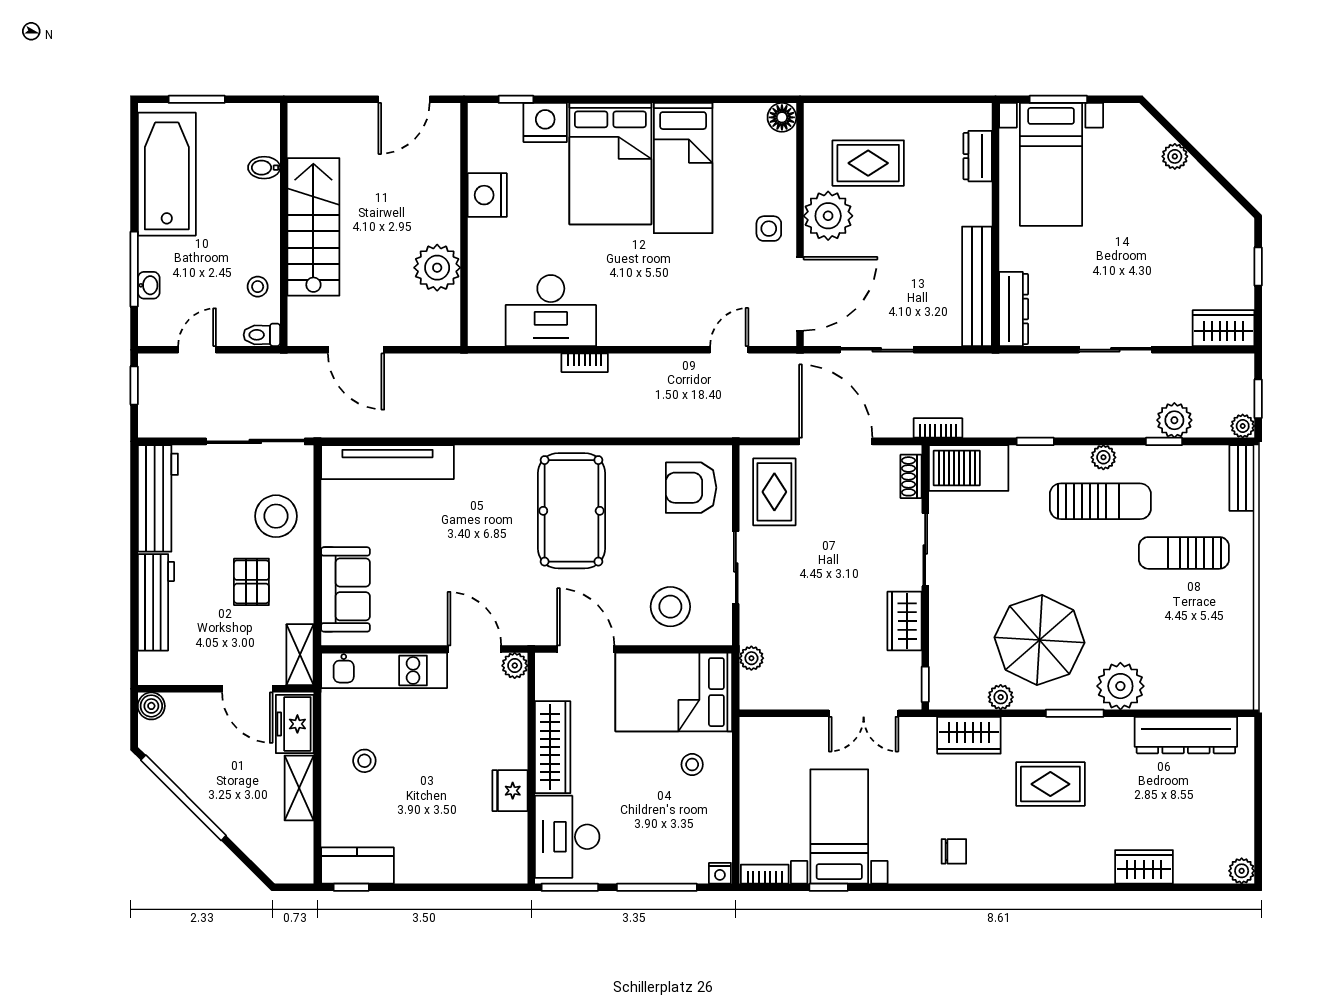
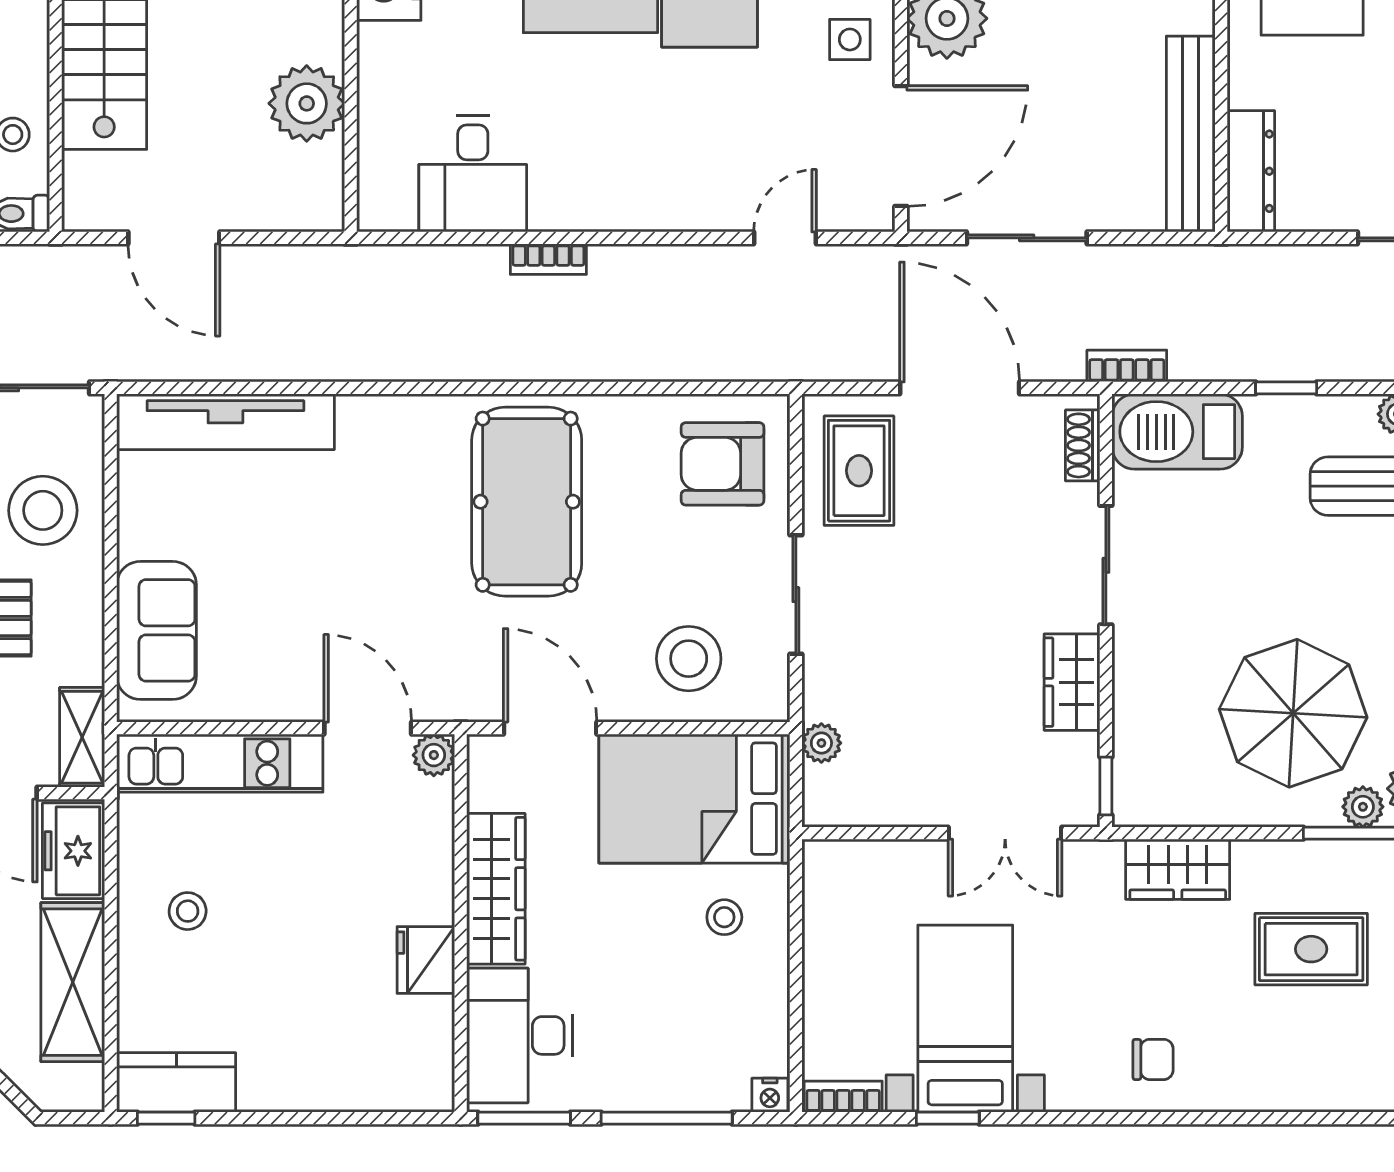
desk: (551, 311) -> (473, 174), width x0.73
plant: (1001, 697) -> (1363, 807), moved
shelving: (299, 788) -> (73, 982), width x1.50, depth x1.33

